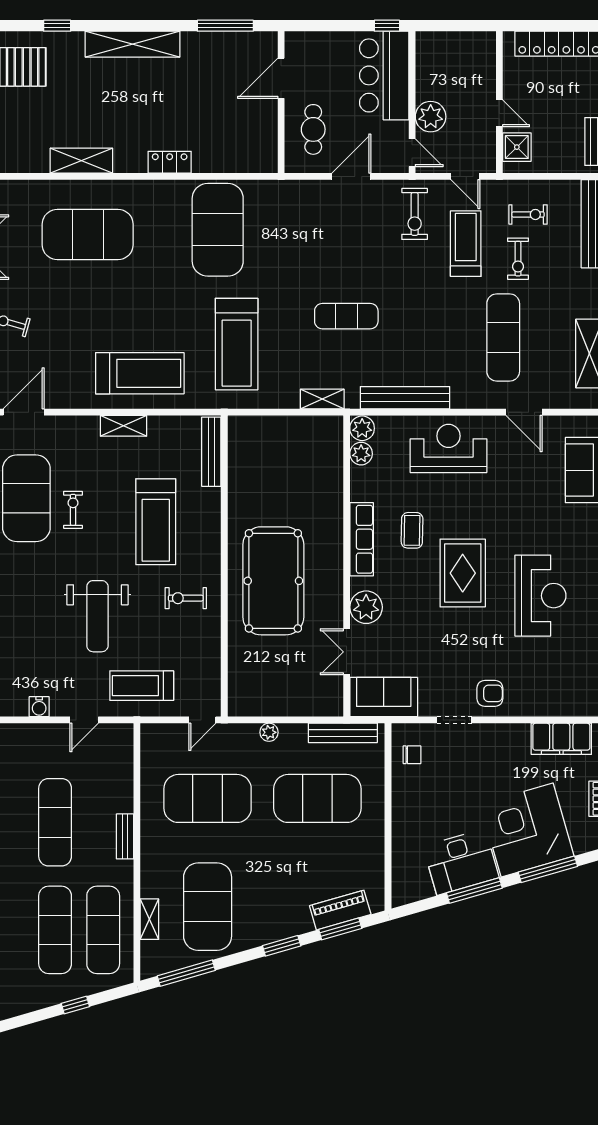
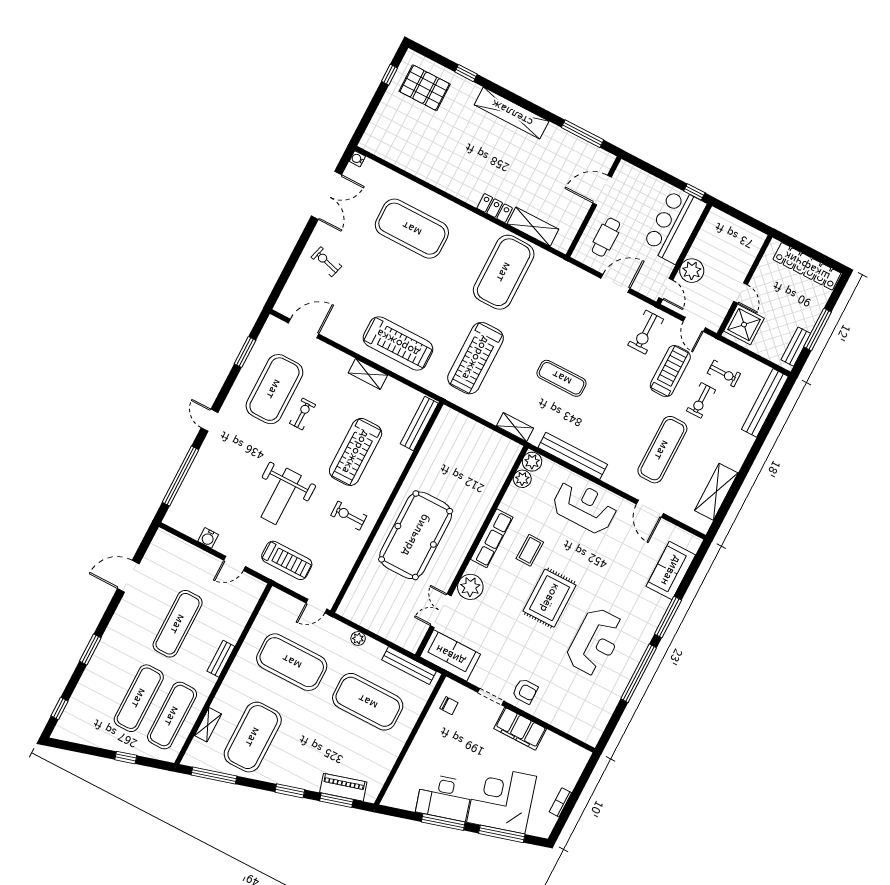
shower: (517, 147) -> (744, 325), width x1.36, depth x1.36
shelving: (81, 161) -> (533, 227), moved
treadmill: (142, 686) -> (287, 560), turned 180
filing cabinet: (561, 739) -> (520, 729), moved

